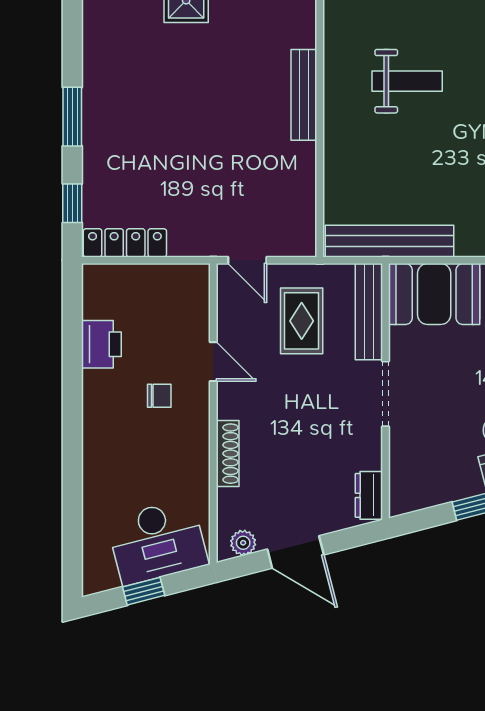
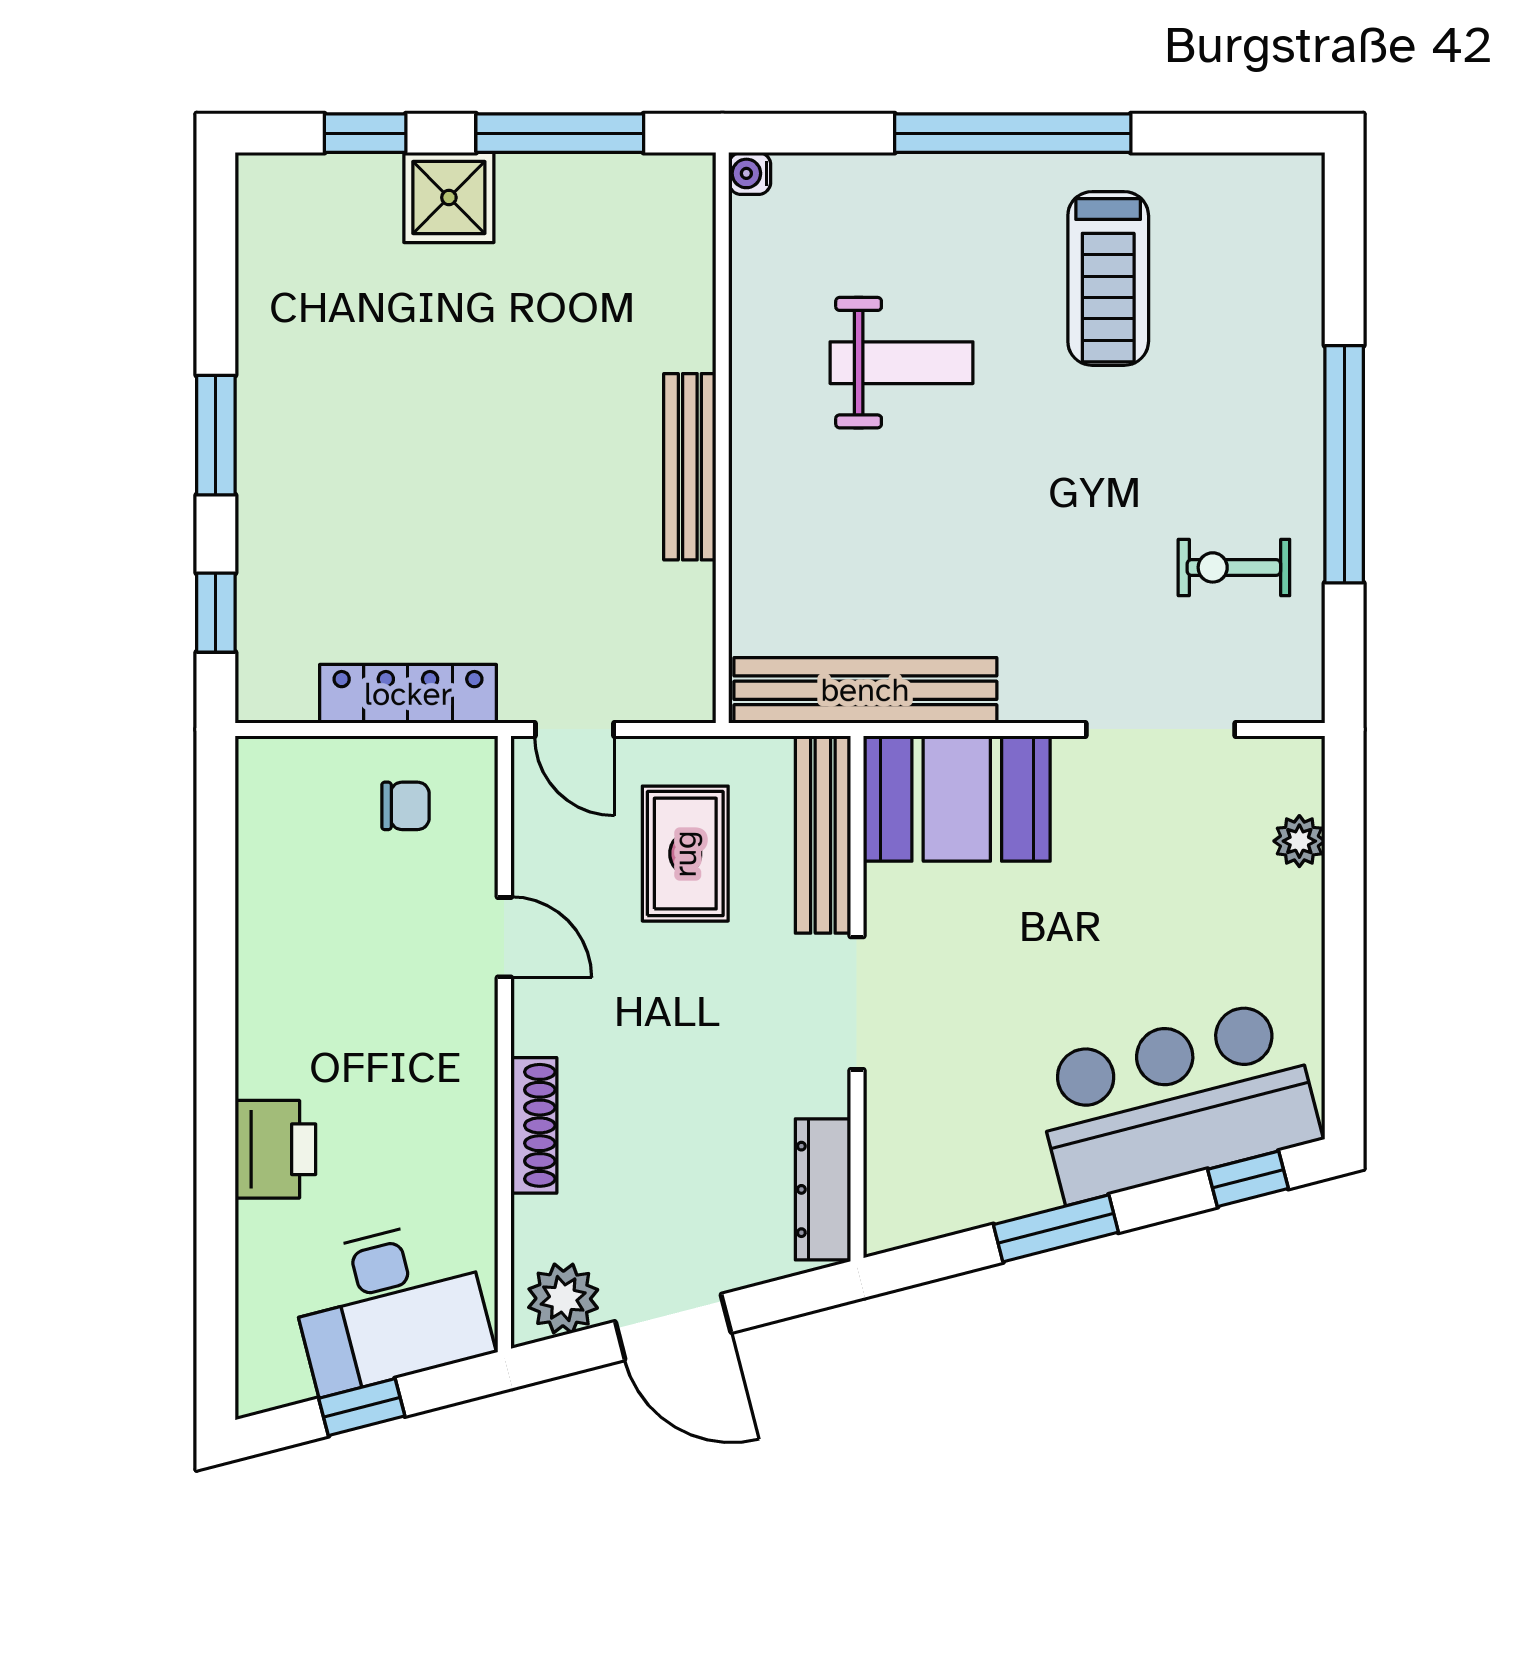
bench: (304, 95) -> (690, 467), moved
locker: (125, 243) -> (408, 694), moved
printer: (101, 344) -> (275, 1149), moved
chair: (159, 396) -> (405, 806), moved
dresser: (369, 495) -> (823, 1189), width x1.44
plant: (243, 543) -> (563, 1299), width x1.38, depth x1.38

